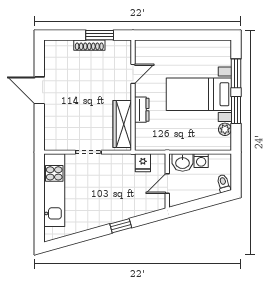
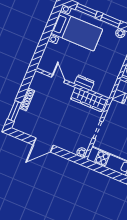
window: (100, 35) -> (15, 111), moved
bed with nightstands: (199, 94) -> (77, 31), moved, turned -90
plant: (51, 144) -> (82, 152), added

